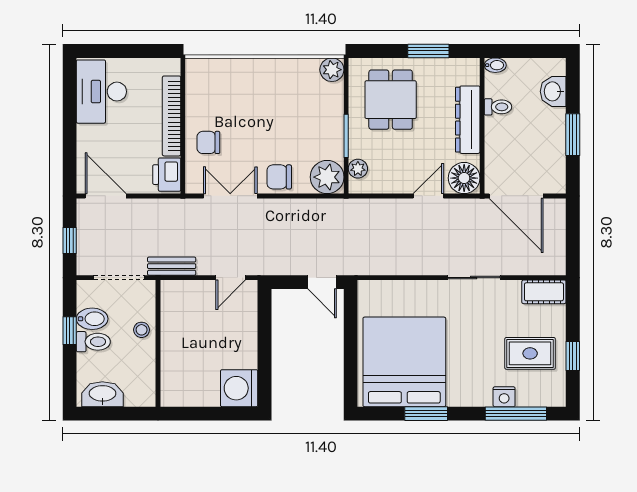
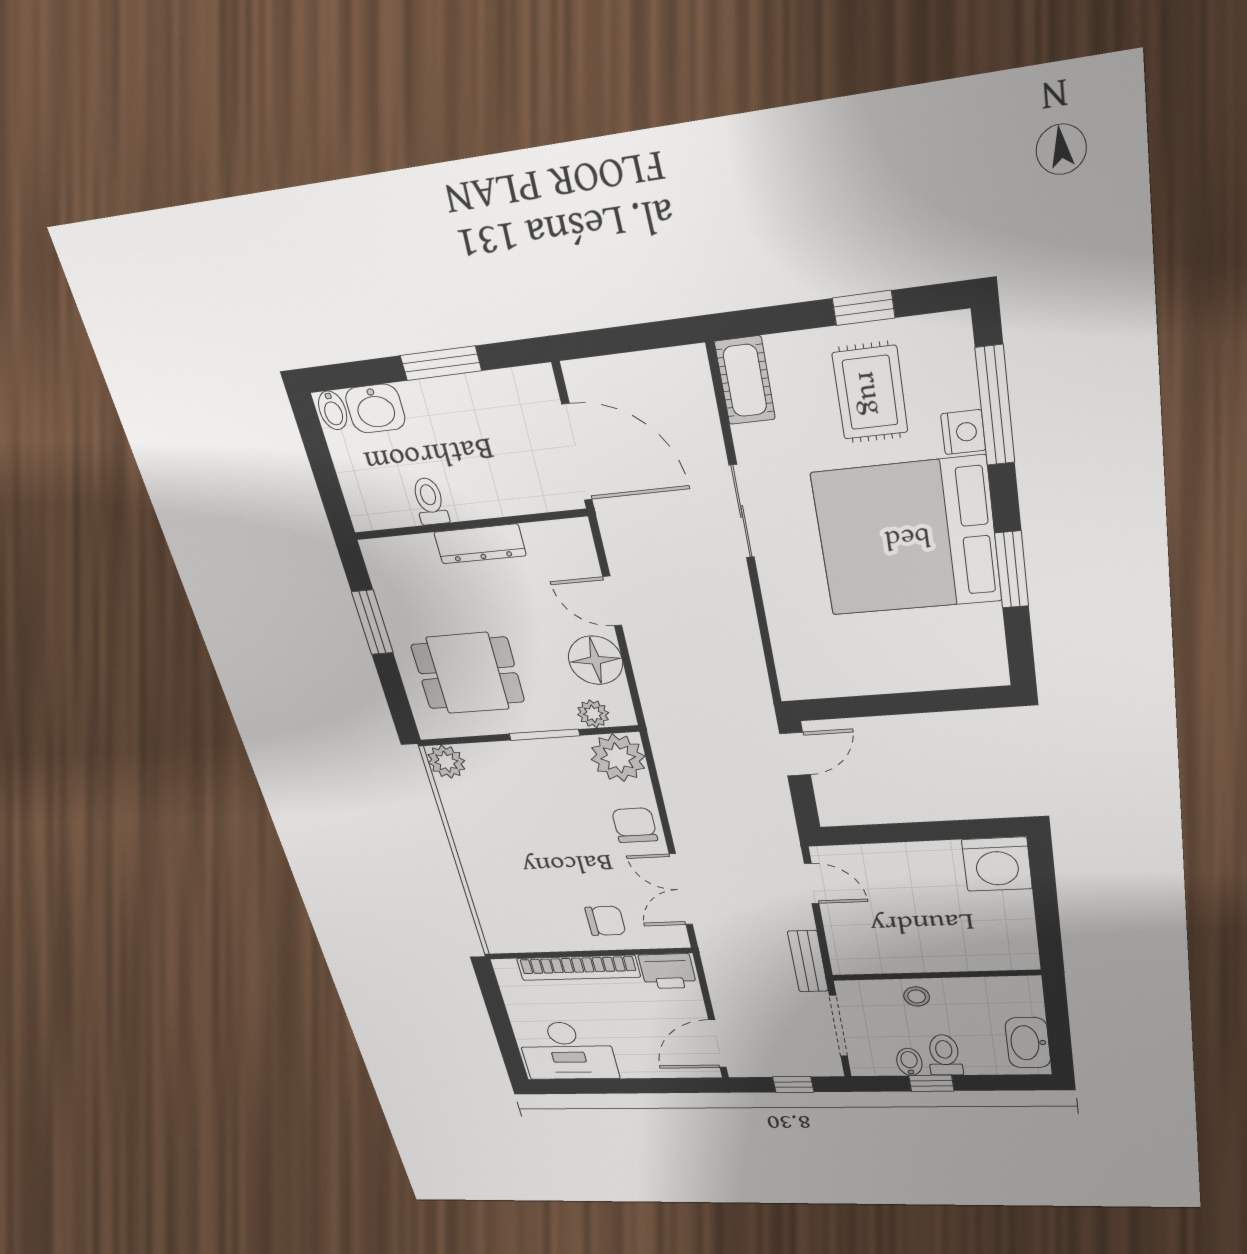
bidet: (495, 65) -> (333, 410), moved, turned 180
dresser: (468, 120) -> (480, 544), width x0.73, depth x0.80
chair: (208, 142) -> (605, 921), turned -90
chair: (279, 177) -> (635, 825), turned 180
floor lamp: (464, 178) -> (596, 660), moved
door: (516, 196) -> (577, 452), hinge flipped
bidet: (92, 319) -> (909, 1062), width x0.72, depth x0.74
bed: (404, 362) -> (907, 537), moved

